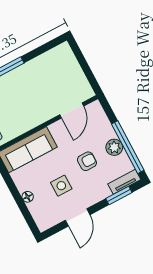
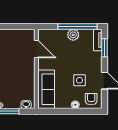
armchair: (87, 161) -> (91, 99), moved

